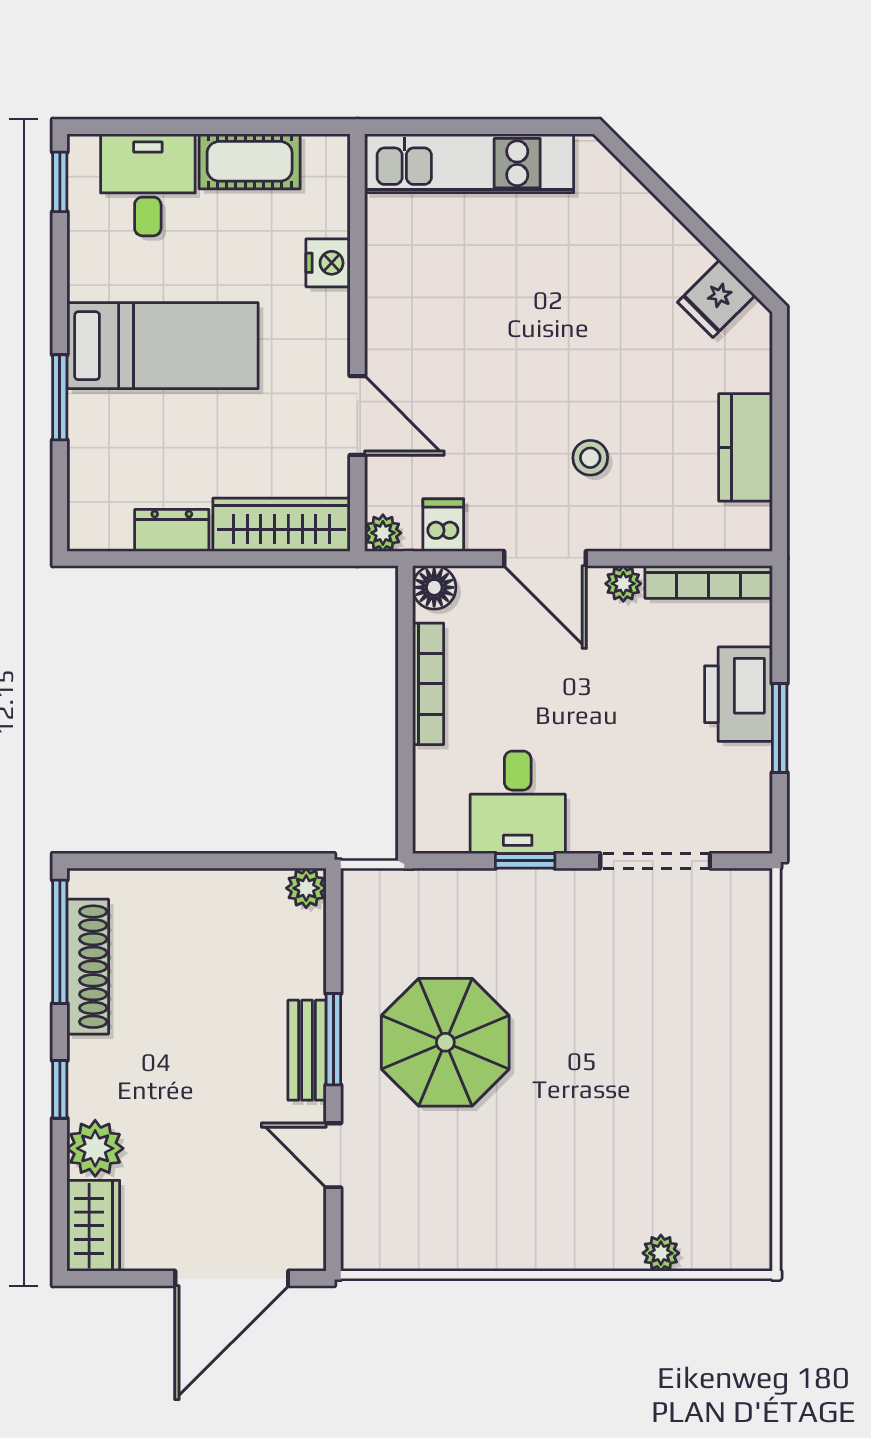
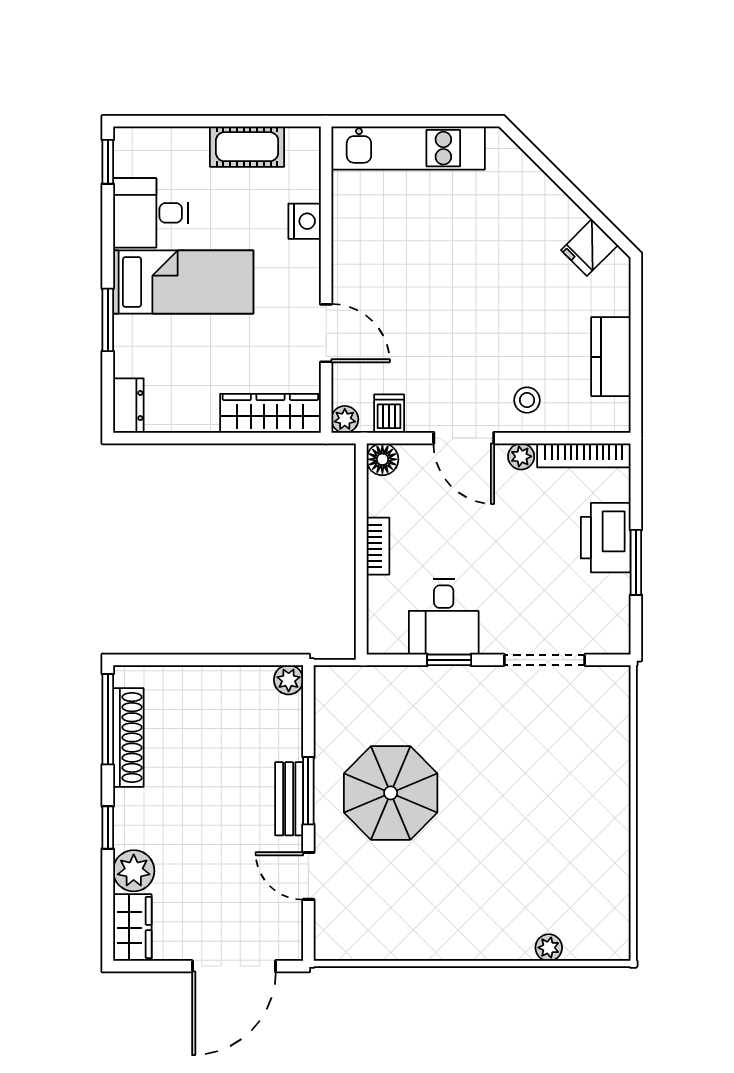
desk: (148, 185) -> (150, 213), moved, turned -90
stool: (590, 458) -> (527, 400), moved
dresser: (172, 530) -> (128, 406), moved, turned 90
bookcase: (428, 684) -> (378, 546), width x0.64

